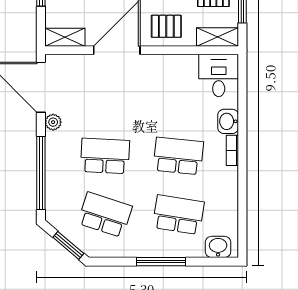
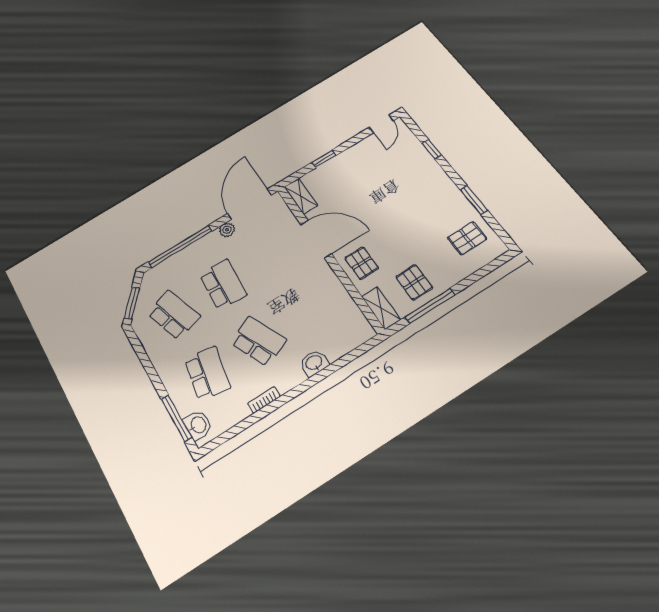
desk: (219, 75) -> (349, 330), removed
bookcase: (232, 150) -> (264, 400), moved
school desk: (178, 156) -> (258, 341), turned -30
school desk: (105, 215) -> (174, 315), turned -36
window: (161, 262) -> (176, 418), moved

